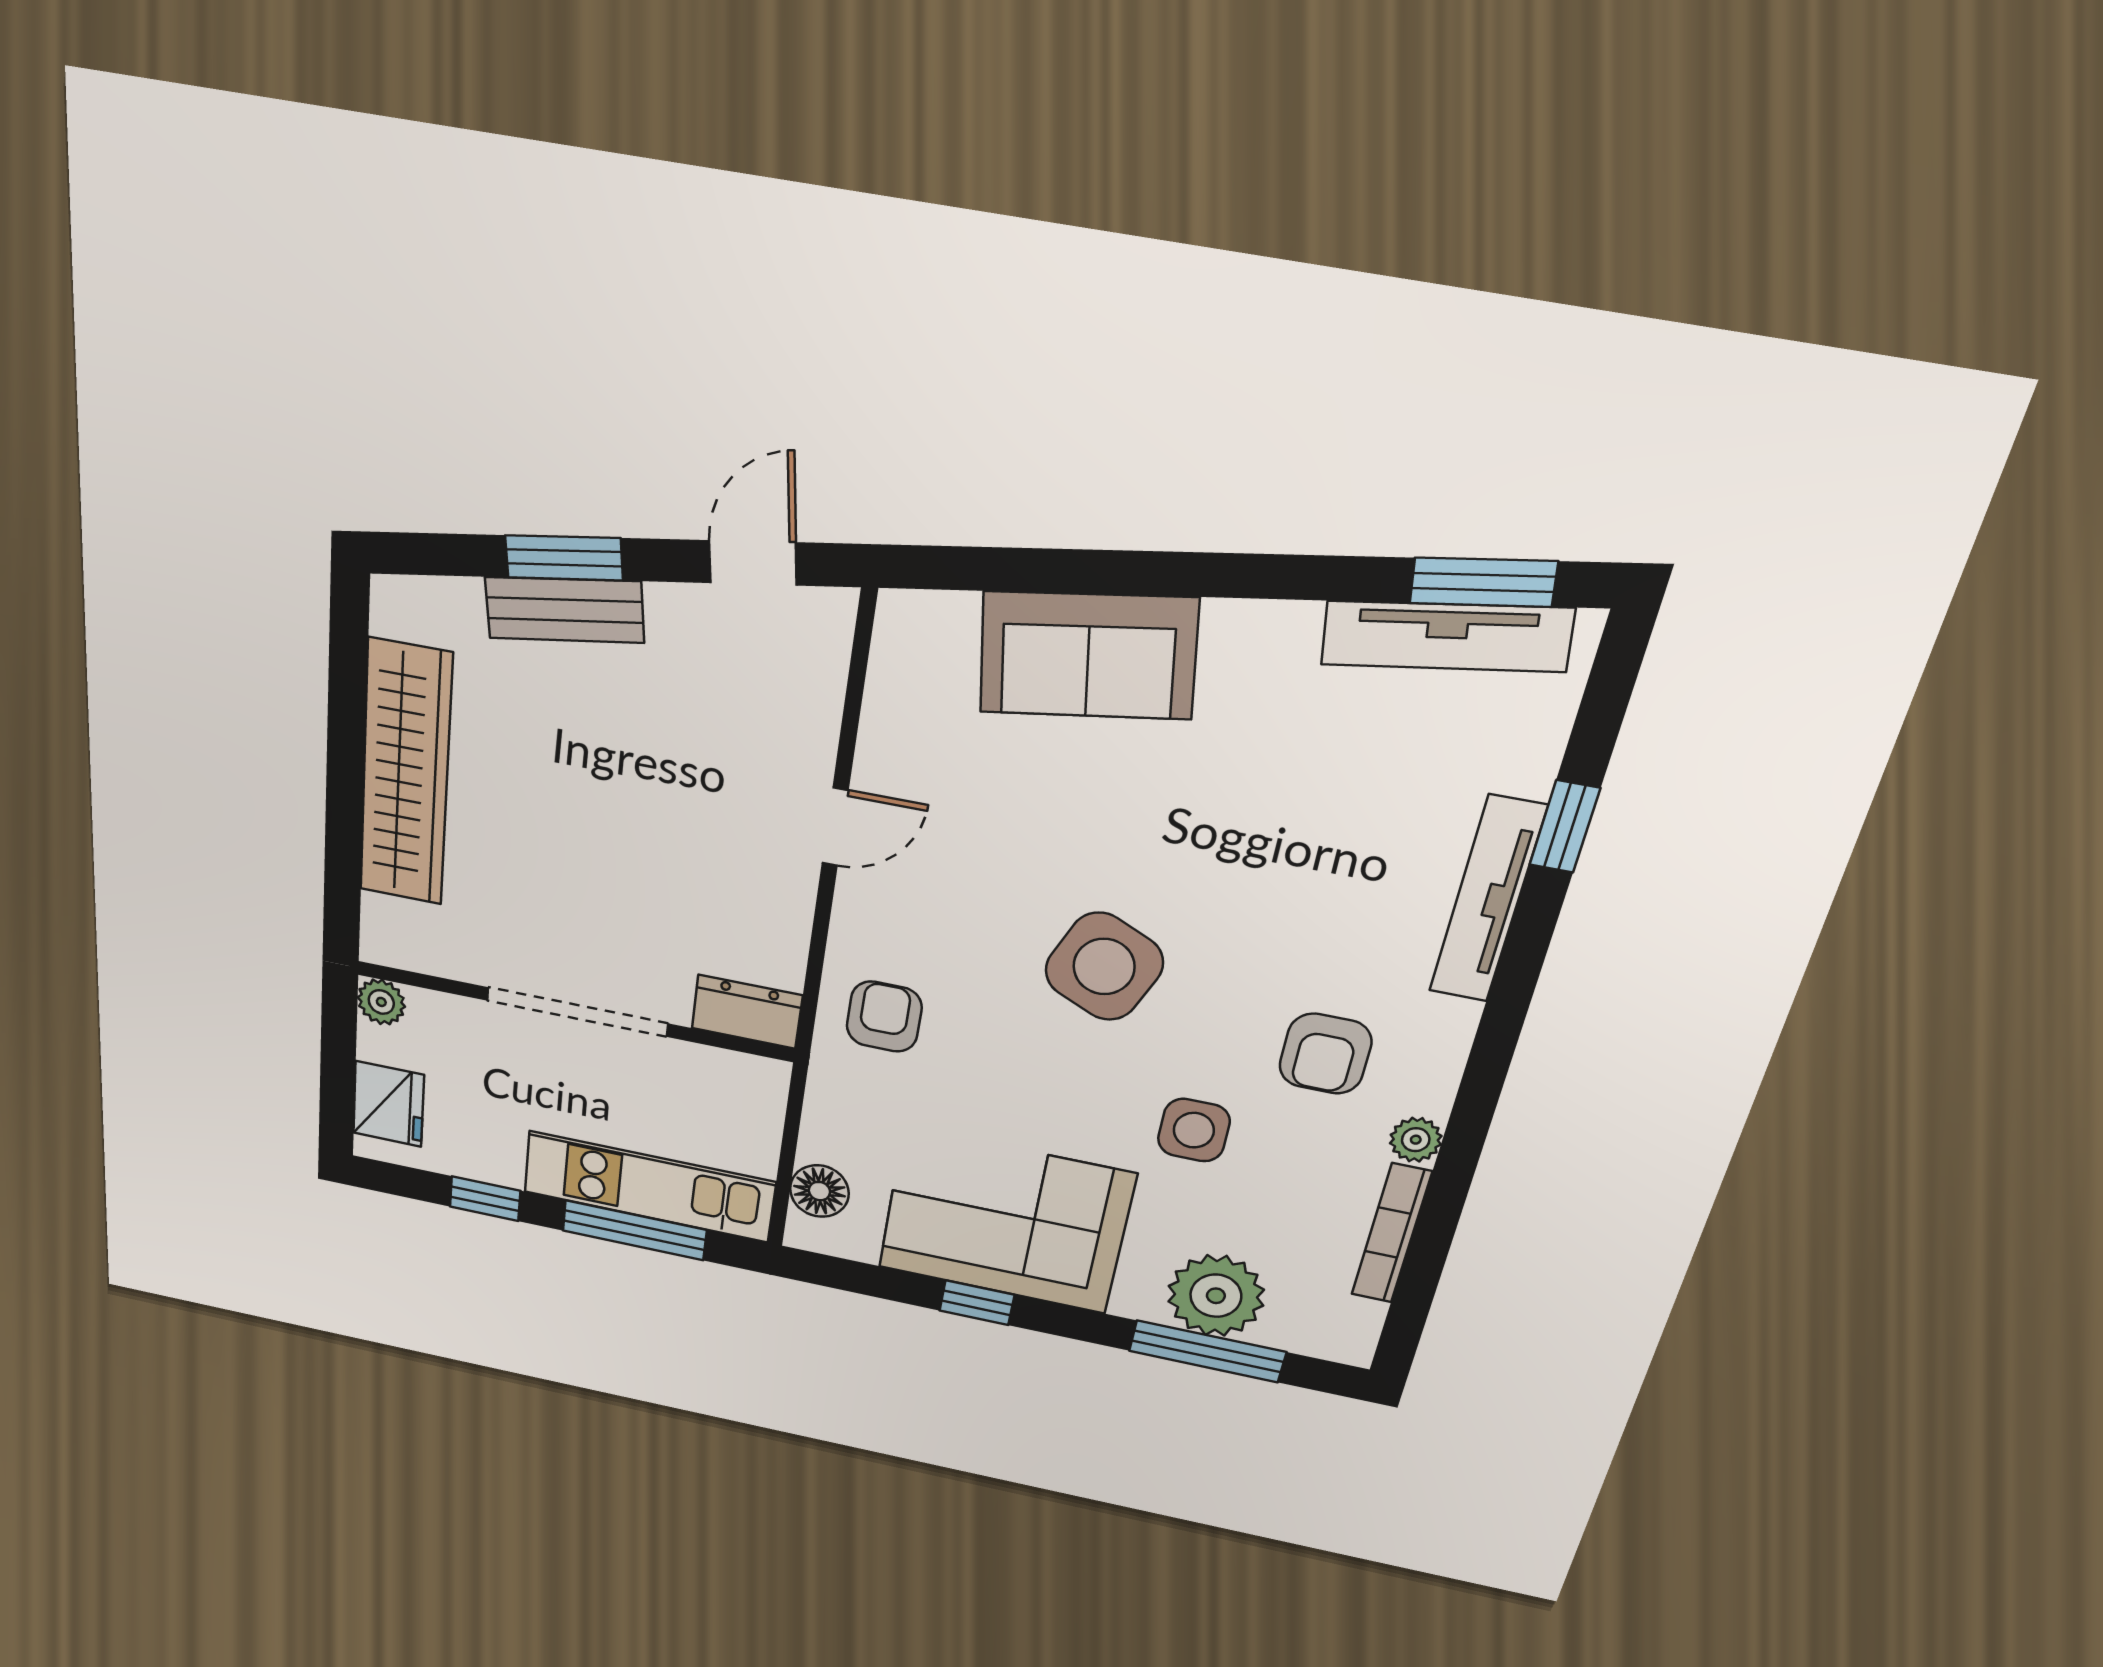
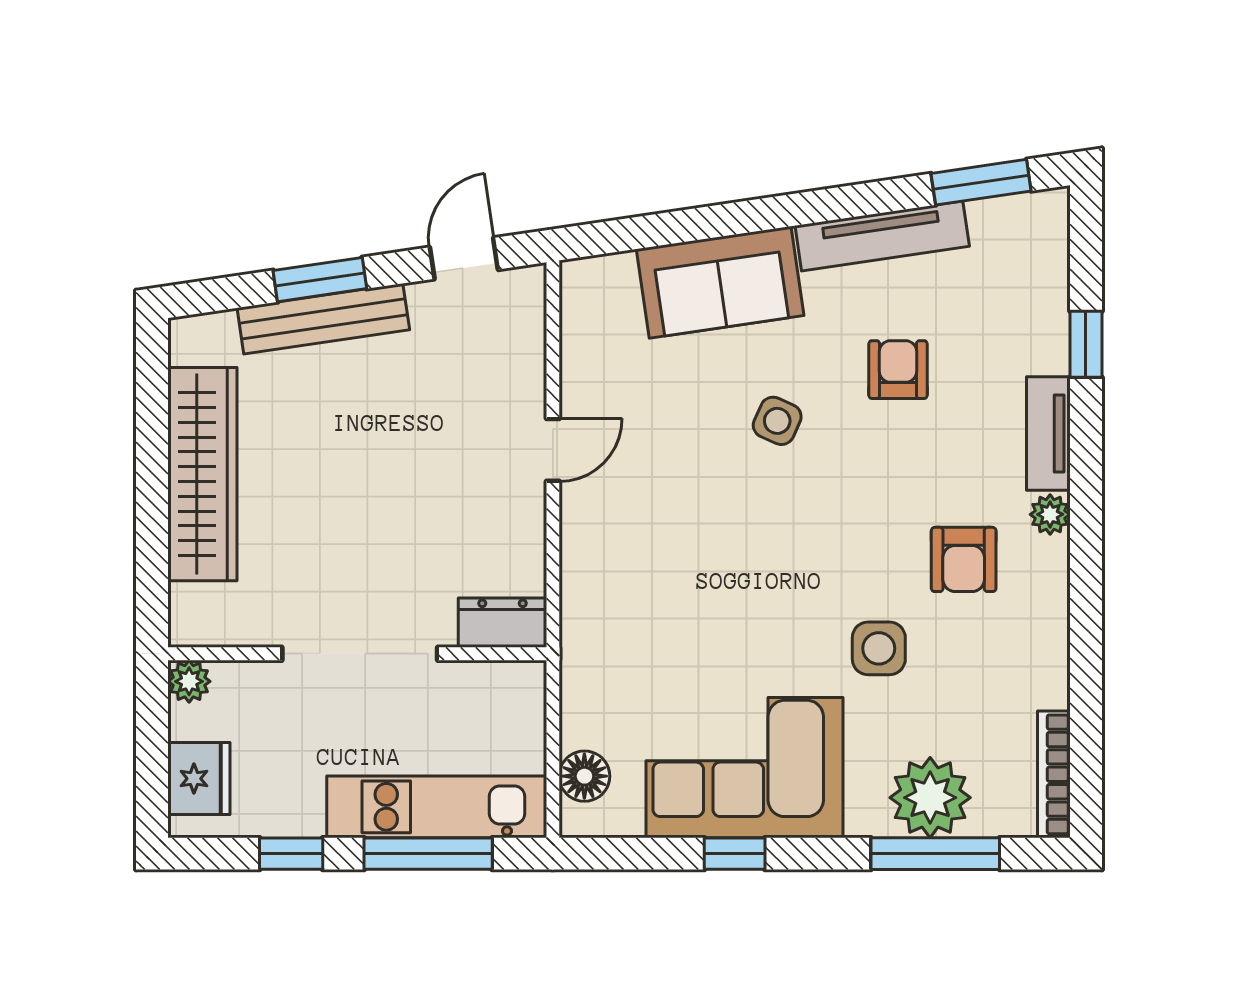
bench: (565, 610) -> (323, 319), width x1.36
tv unit: (1447, 636) -> (882, 236), moved
tv unit: (1488, 900) -> (1048, 433), width x0.71
side table: (1104, 967) -> (777, 421), moved, width x0.54, depth x0.54
armchair: (884, 1017) -> (898, 370), moved
plant: (1416, 1140) -> (1050, 514), moved
bookcase: (1392, 1234) -> (1054, 774), moved

